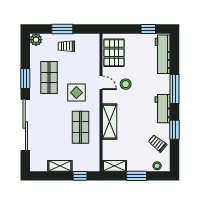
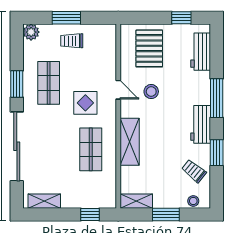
pallet: (114, 53) -> (149, 48), moved
workbench: (163, 54) -> (201, 52), width x0.73
shelving: (60, 166) -> (44, 201), moved

